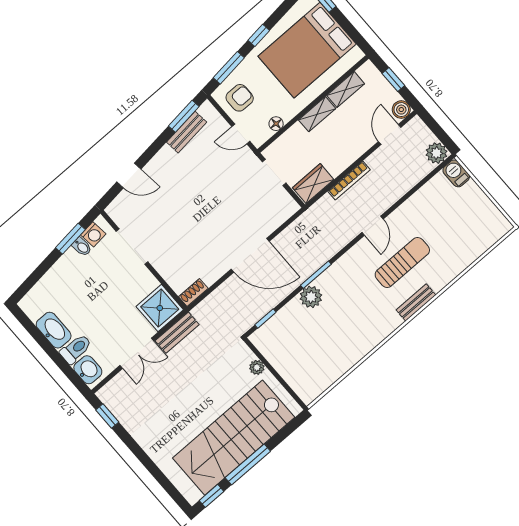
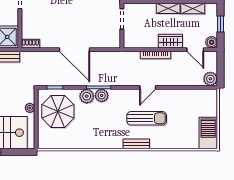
door: (390, 134) -> (195, 50), swing flipped
barbecue: (456, 173) -> (208, 133), moved, width x1.88, depth x1.53
wardrobe: (313, 184) -> (170, 41), moved
plant: (327, 281) -> (102, 95), added
parasol: (293, 343) -> (58, 111), added

